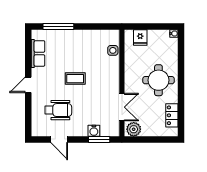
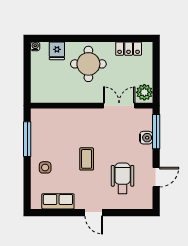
window: (58, 26) -> (27, 139), moved
fridge: (140, 37) -> (57, 51), moved, turned 90
side table: (113, 50) -> (45, 167), moved
window: (99, 139) -> (156, 132), width x1.44

